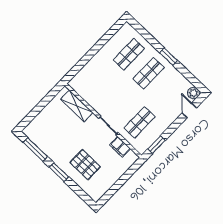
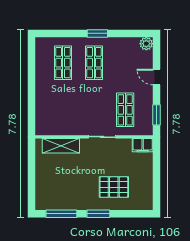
door: (189, 110) -> (156, 77), moved
filing cabinet: (120, 147) -> (143, 145), moved

